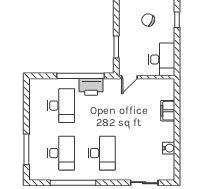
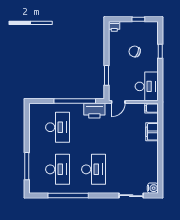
filing cabinet: (167, 84) -> (151, 108), added
printer: (91, 87) -> (94, 111), moved
water cooler: (169, 148) -> (153, 188), moved

